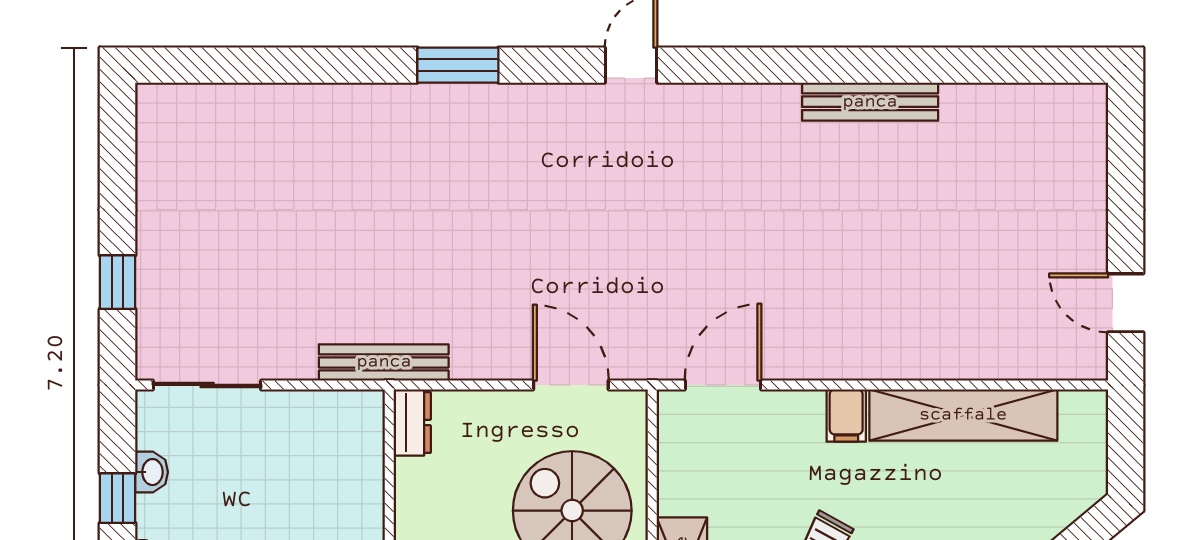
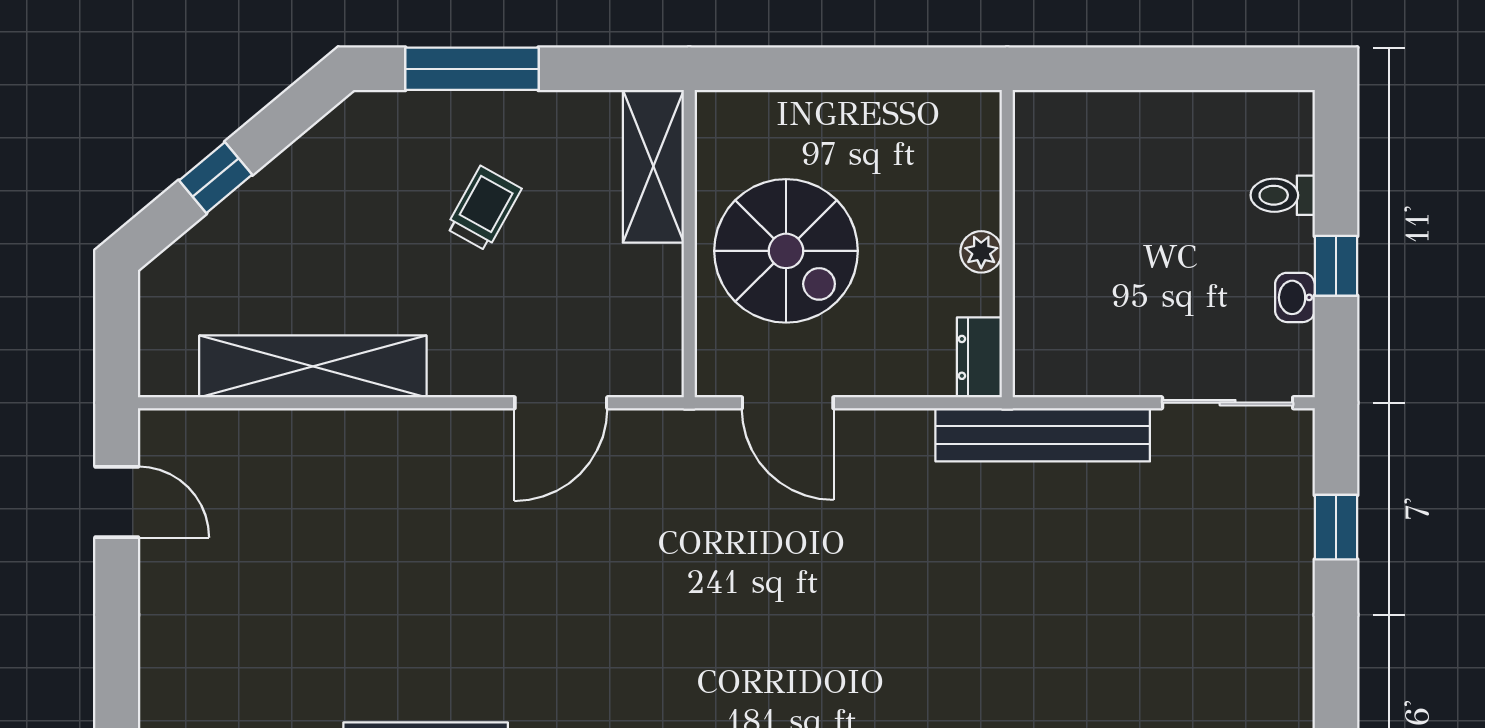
bench: (384, 362) -> (1043, 435), width x1.37, depth x1.21
door: (723, 385) -> (561, 403), moved
filing cabinet: (846, 416) -> (455, 366), removed
plant: (411, 510) -> (981, 252), added

